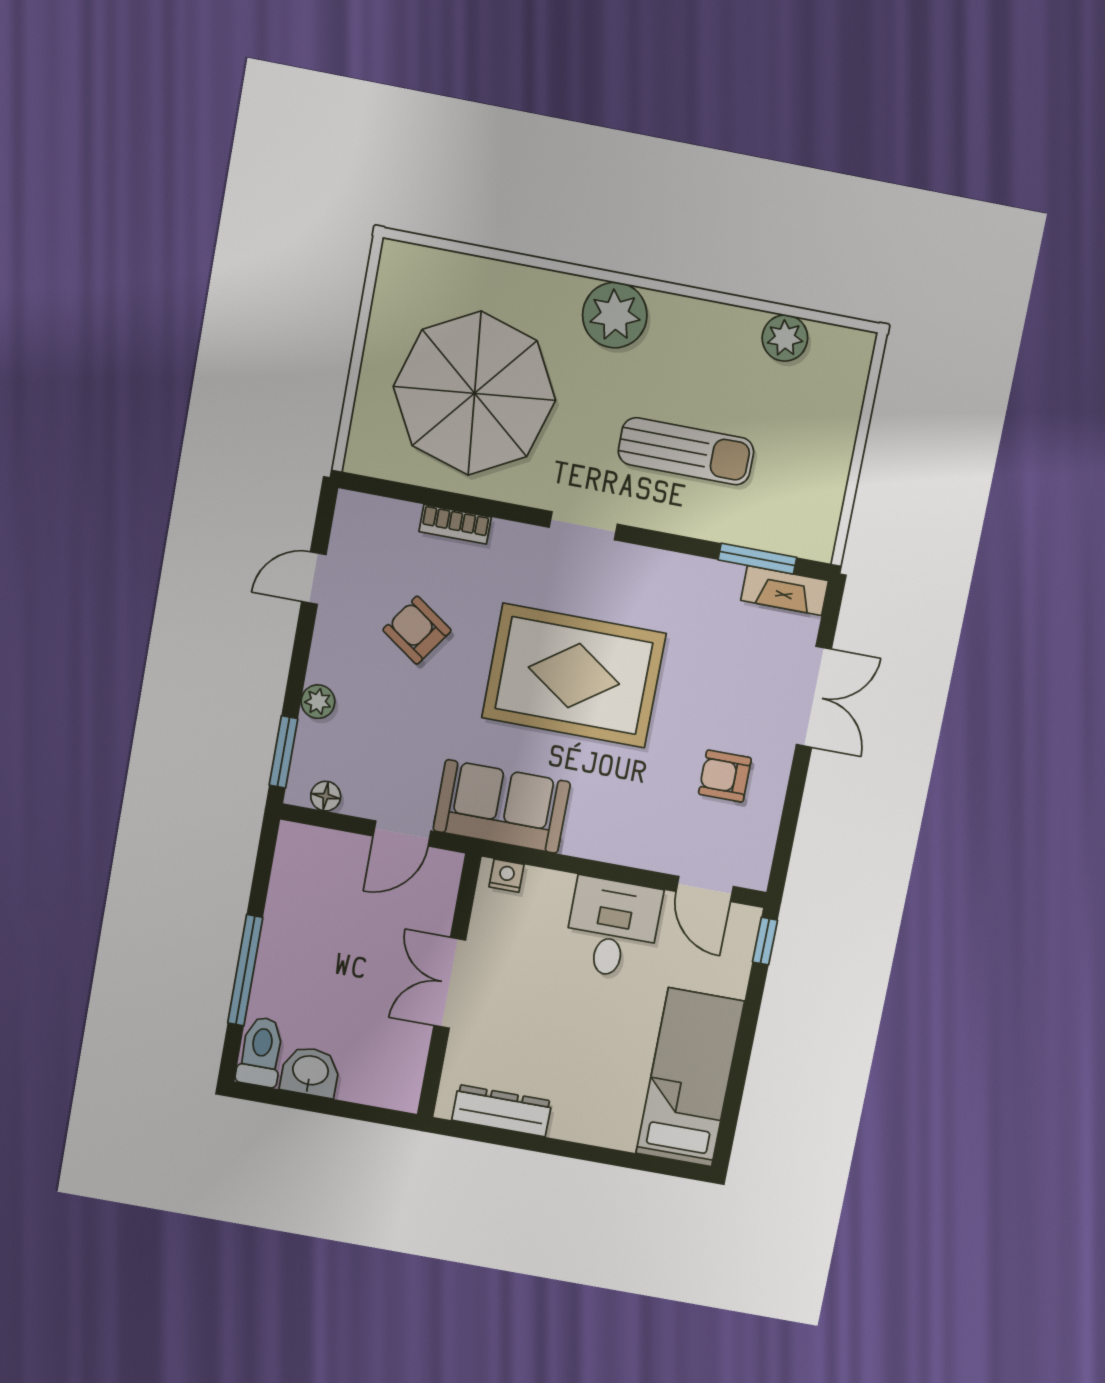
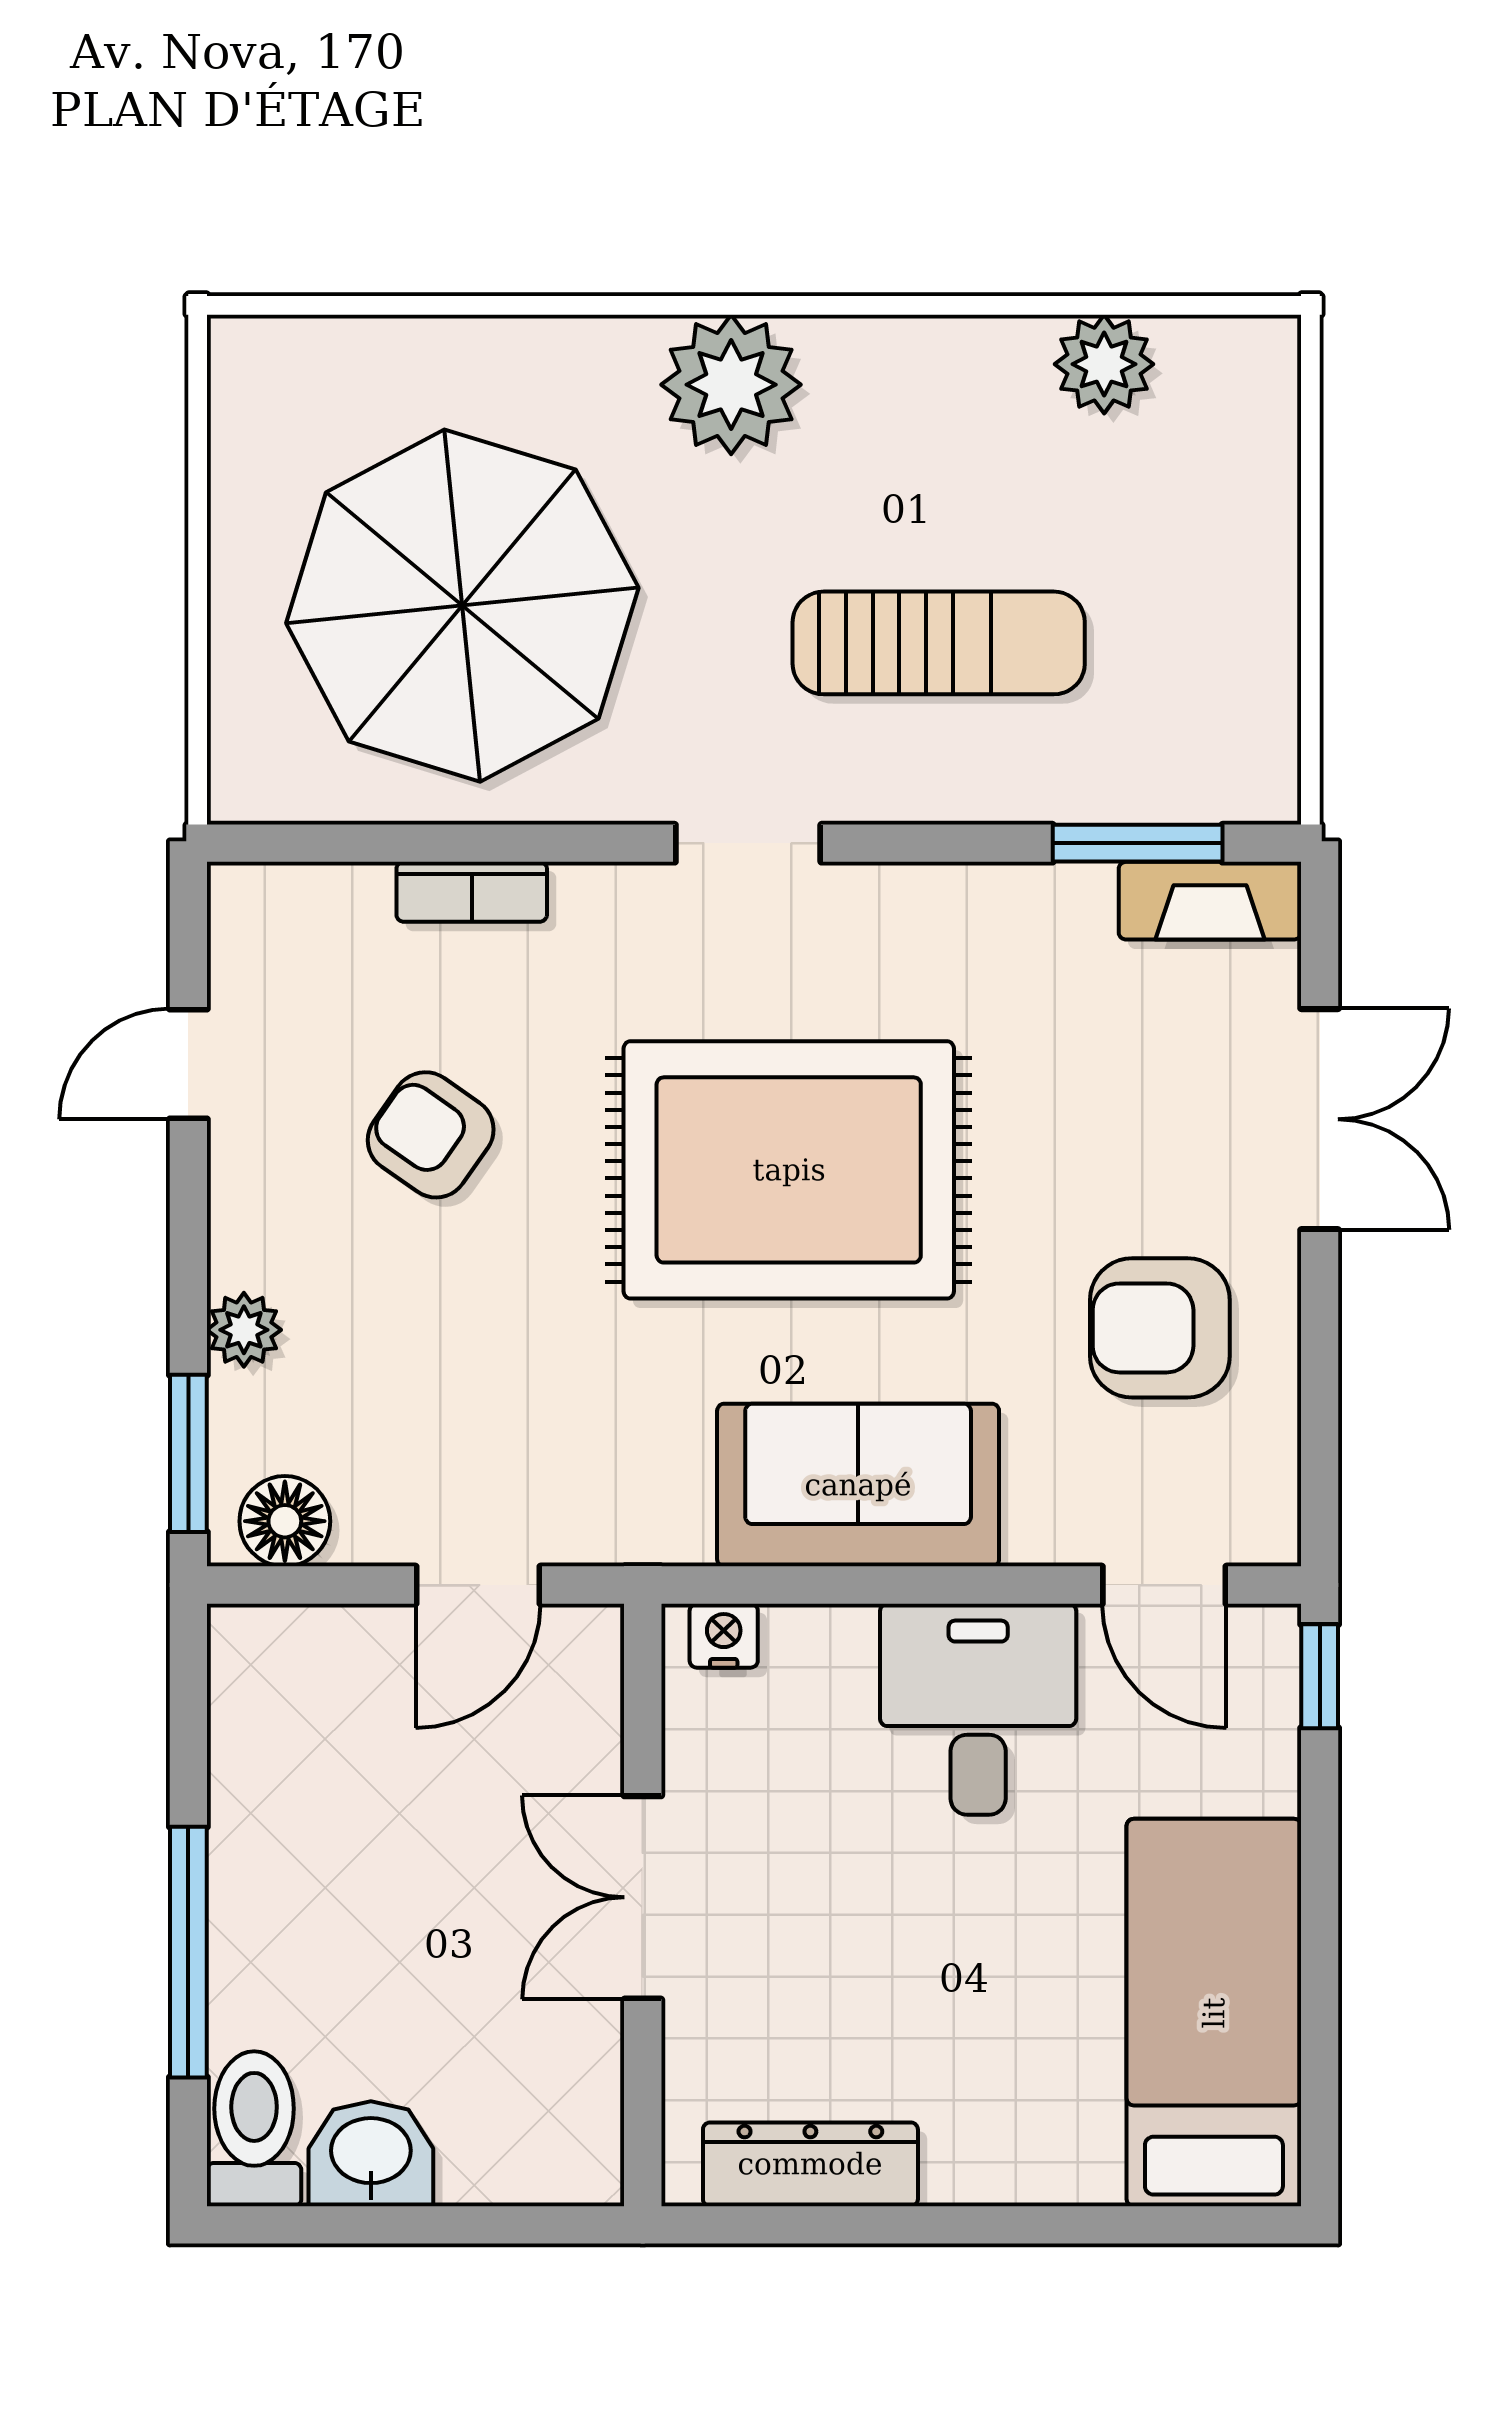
armchair: (725, 776) -> (1160, 1328), width x1.38, depth x1.38
floor lamp: (326, 796) -> (285, 1521), width x1.37, depth x1.37
sofa: (502, 806) -> (858, 1485), moved

